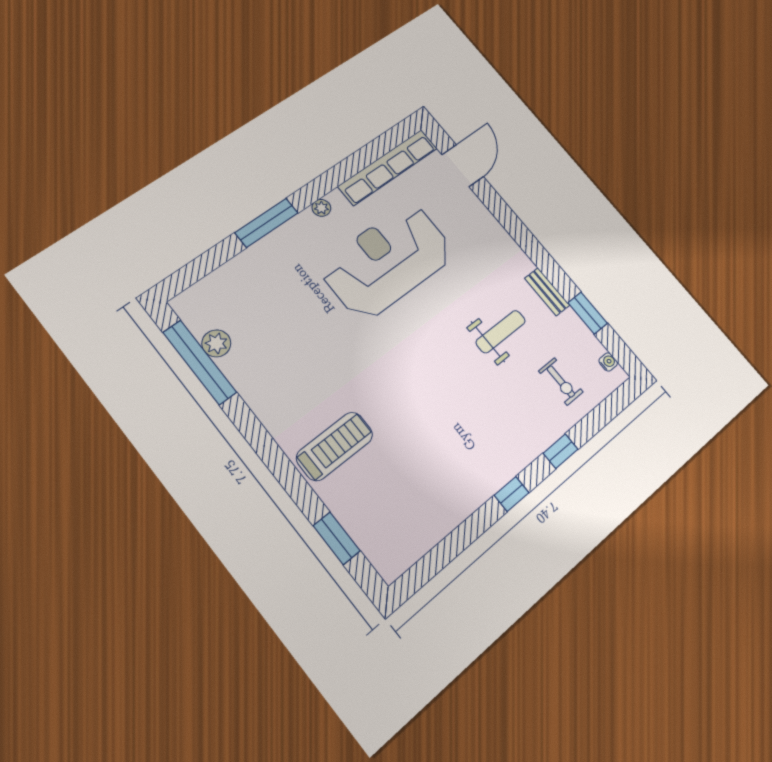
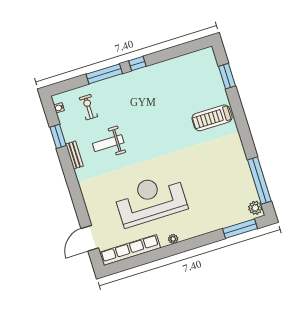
window: (266, 223) -> (240, 229), moved
reception desk: (388, 261) -> (151, 200), turned 180
plant: (216, 343) -> (255, 208), moved
window: (561, 451) -> (104, 74), width x2.17

